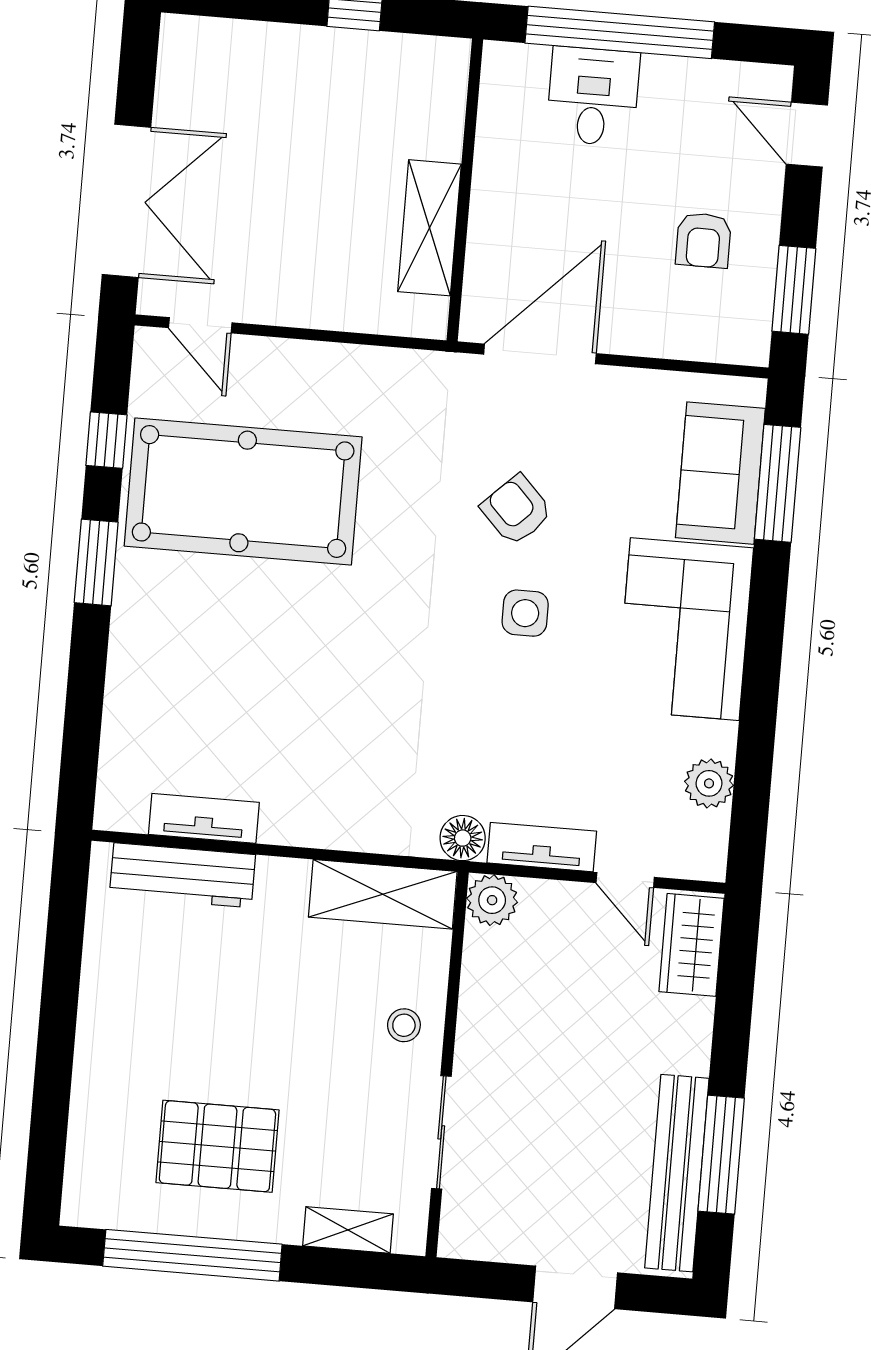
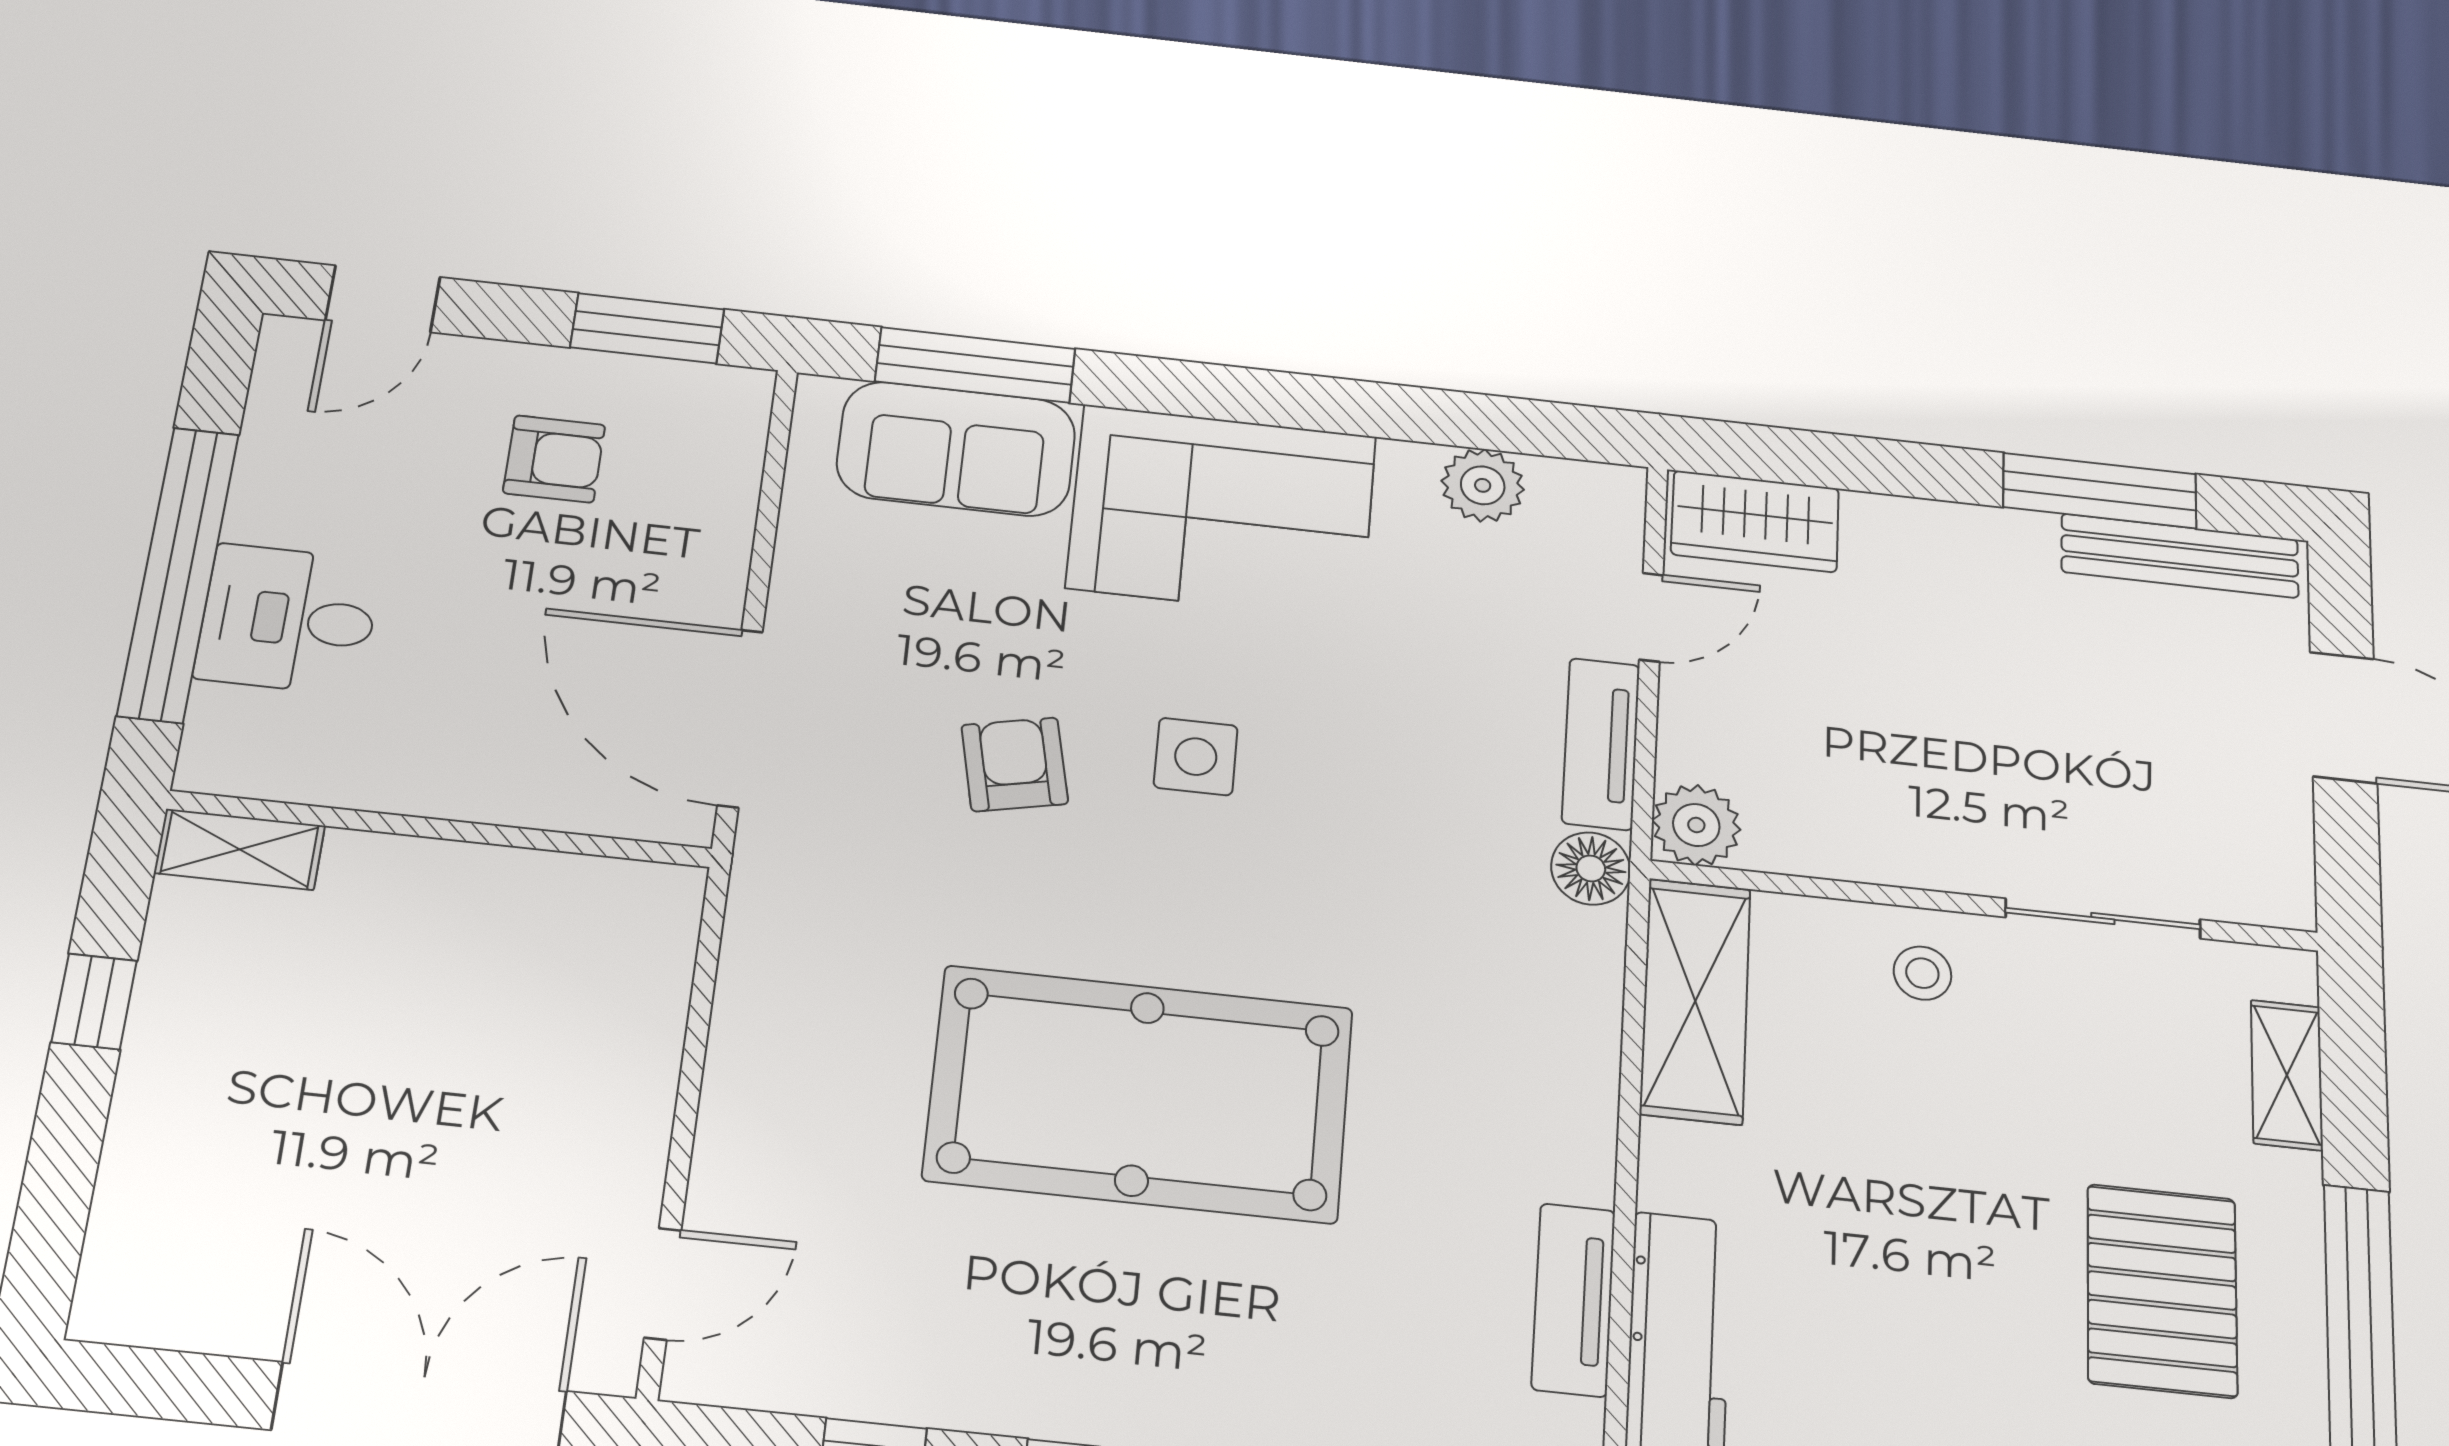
shelving: (430, 228) -> (240, 849), moved, width x0.67, depth x0.75
pool table: (243, 491) -> (1139, 1094), moved, turned 90
armchair: (516, 510) -> (1015, 764), turned 122
bench: (677, 1173) -> (2180, 556), width x0.73, depth x0.82

